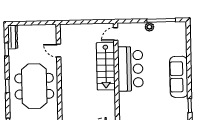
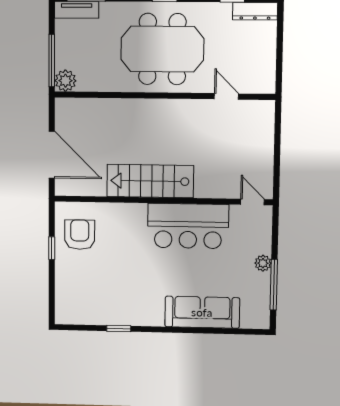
door: (59, 51) -> (226, 96), hinge flipped
stairs: (106, 66) -> (150, 181), moved
sofa: (179, 77) -> (202, 312), moved

